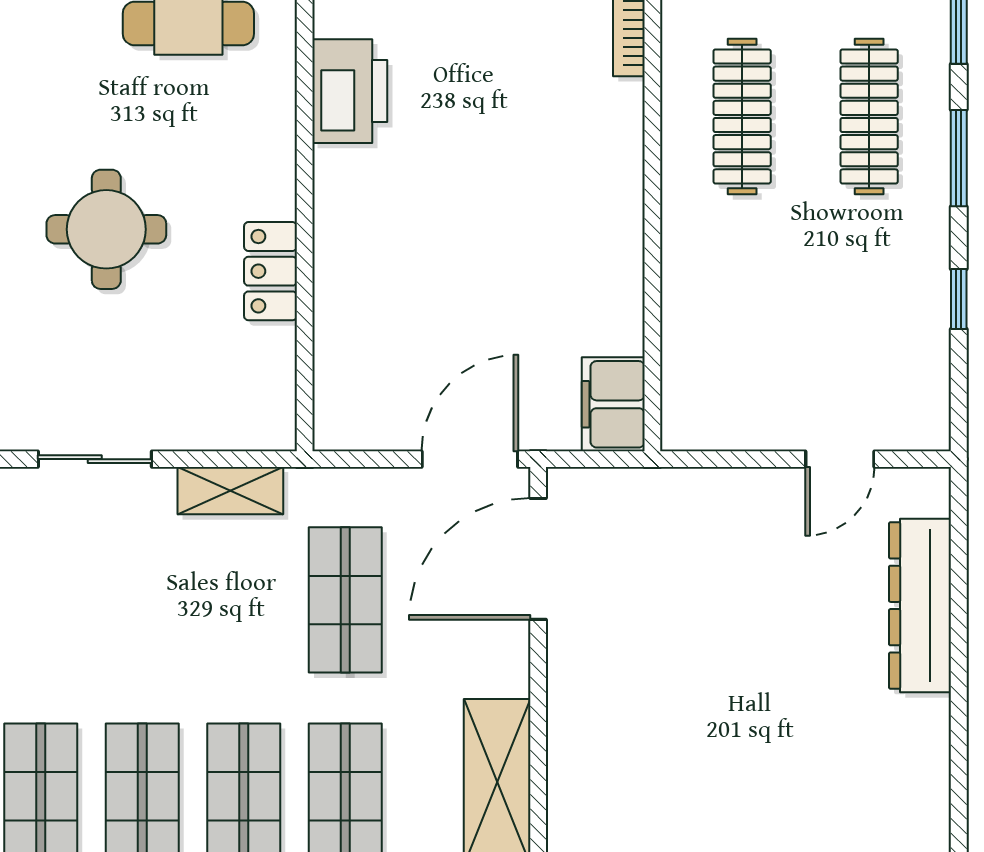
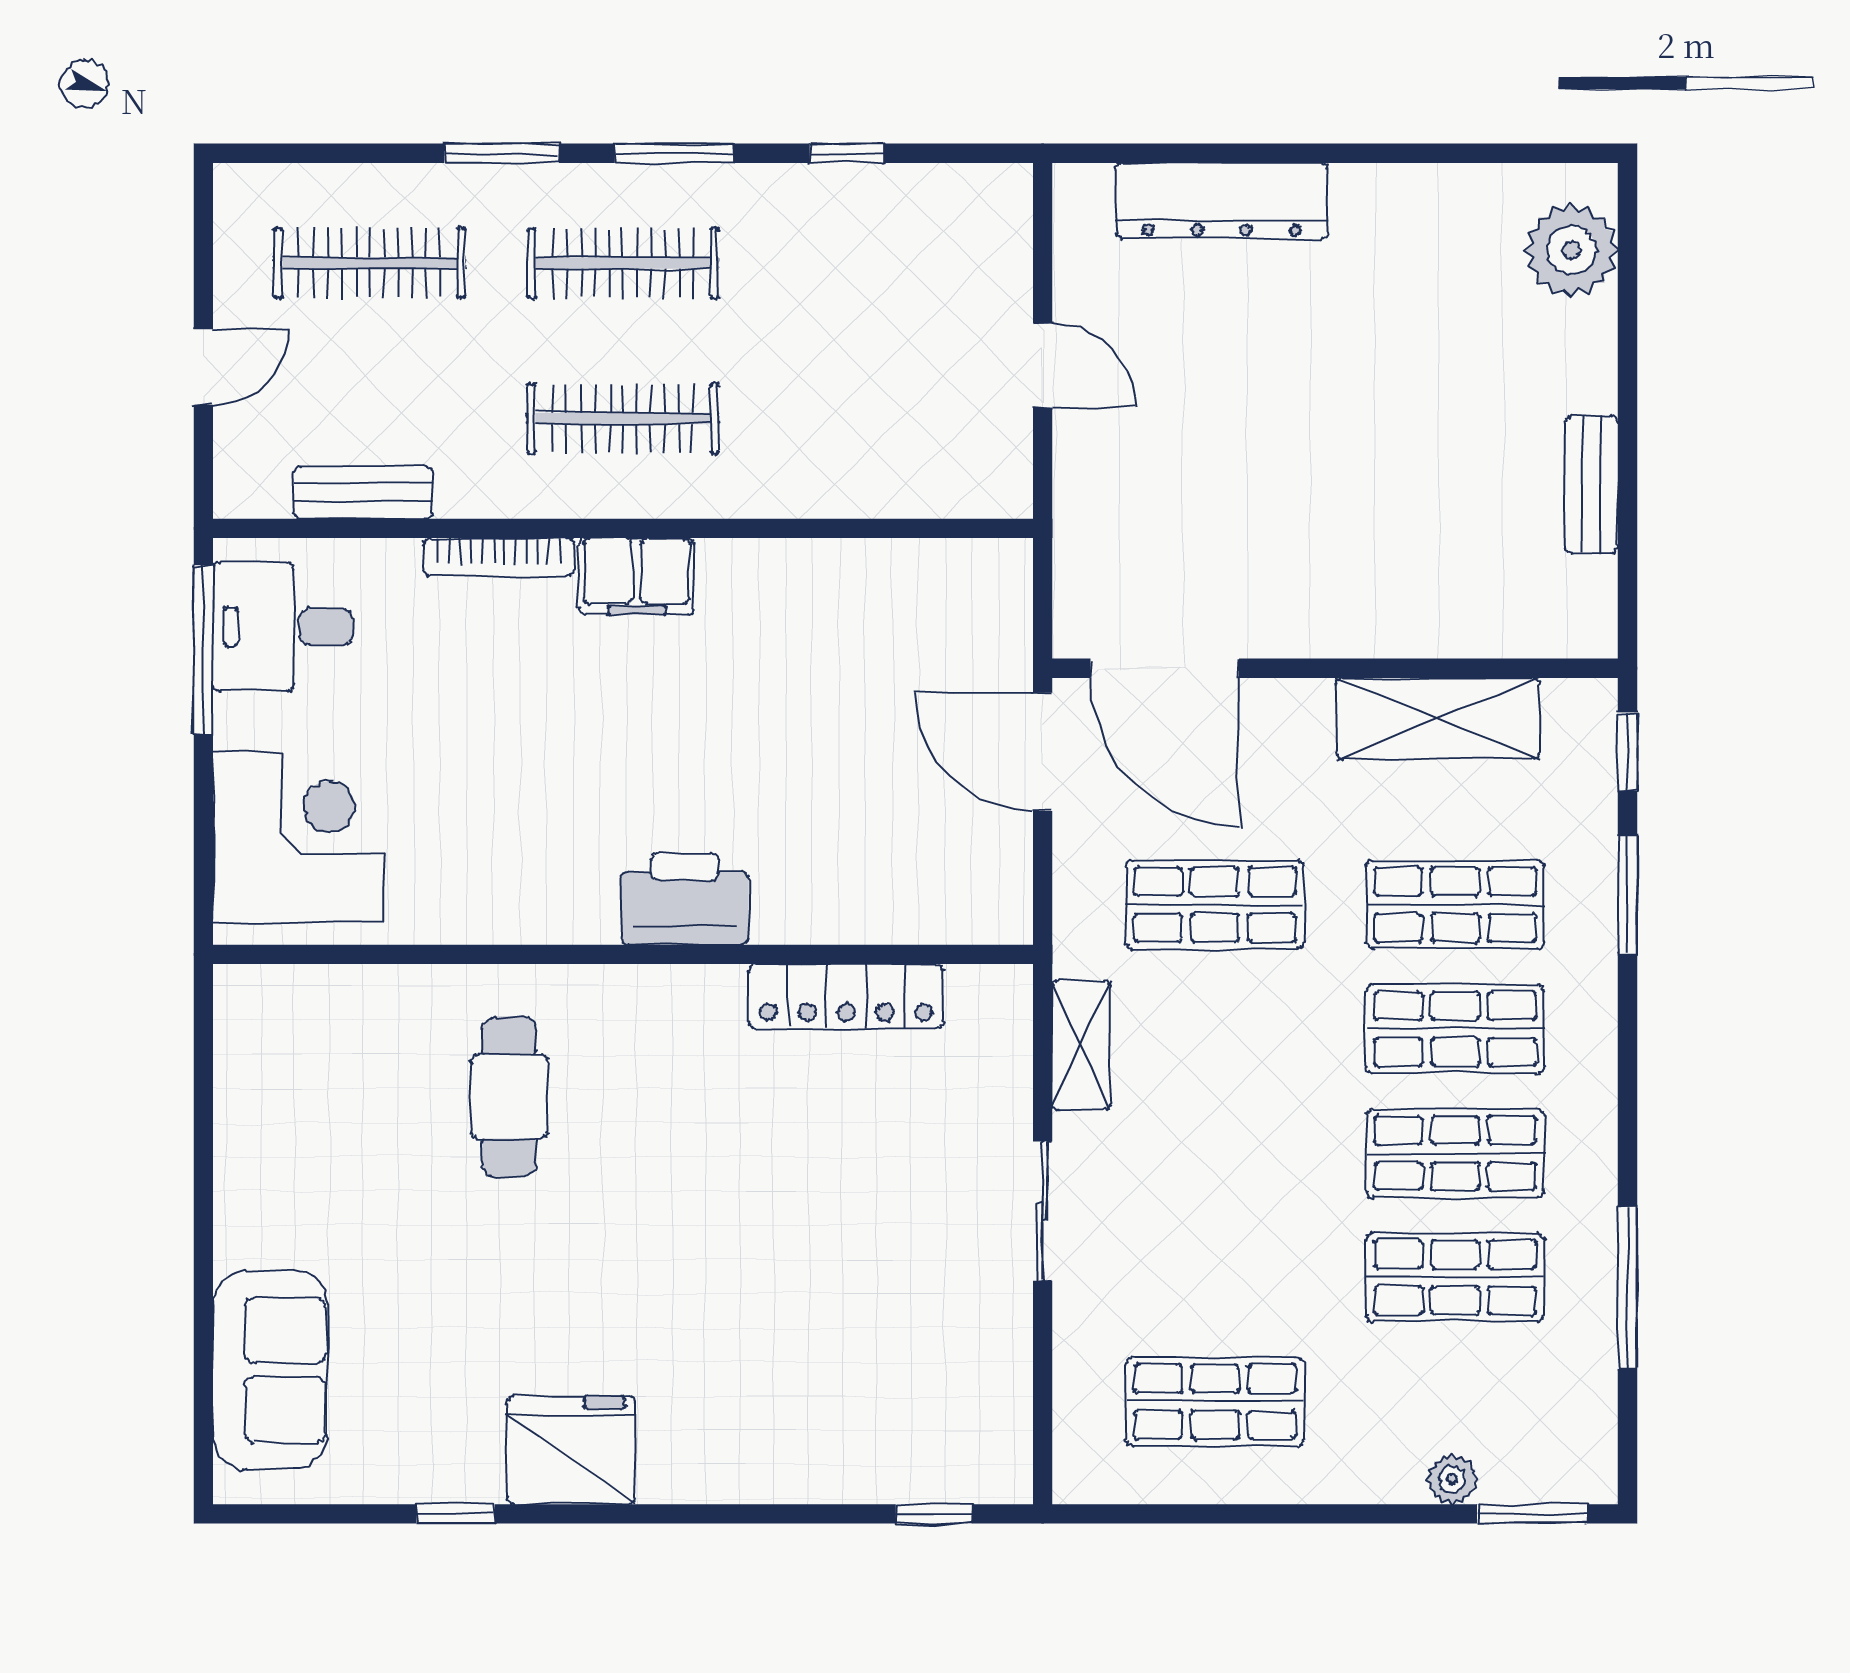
printer: (350, 91) -> (685, 899), moved
round table: (106, 229) -> (761, 1197), removed
locker: (270, 271) -> (846, 996), width x1.53
filing cabinet: (613, 404) -> (637, 576), moved
door: (840, 459) -> (1043, 366), moved

